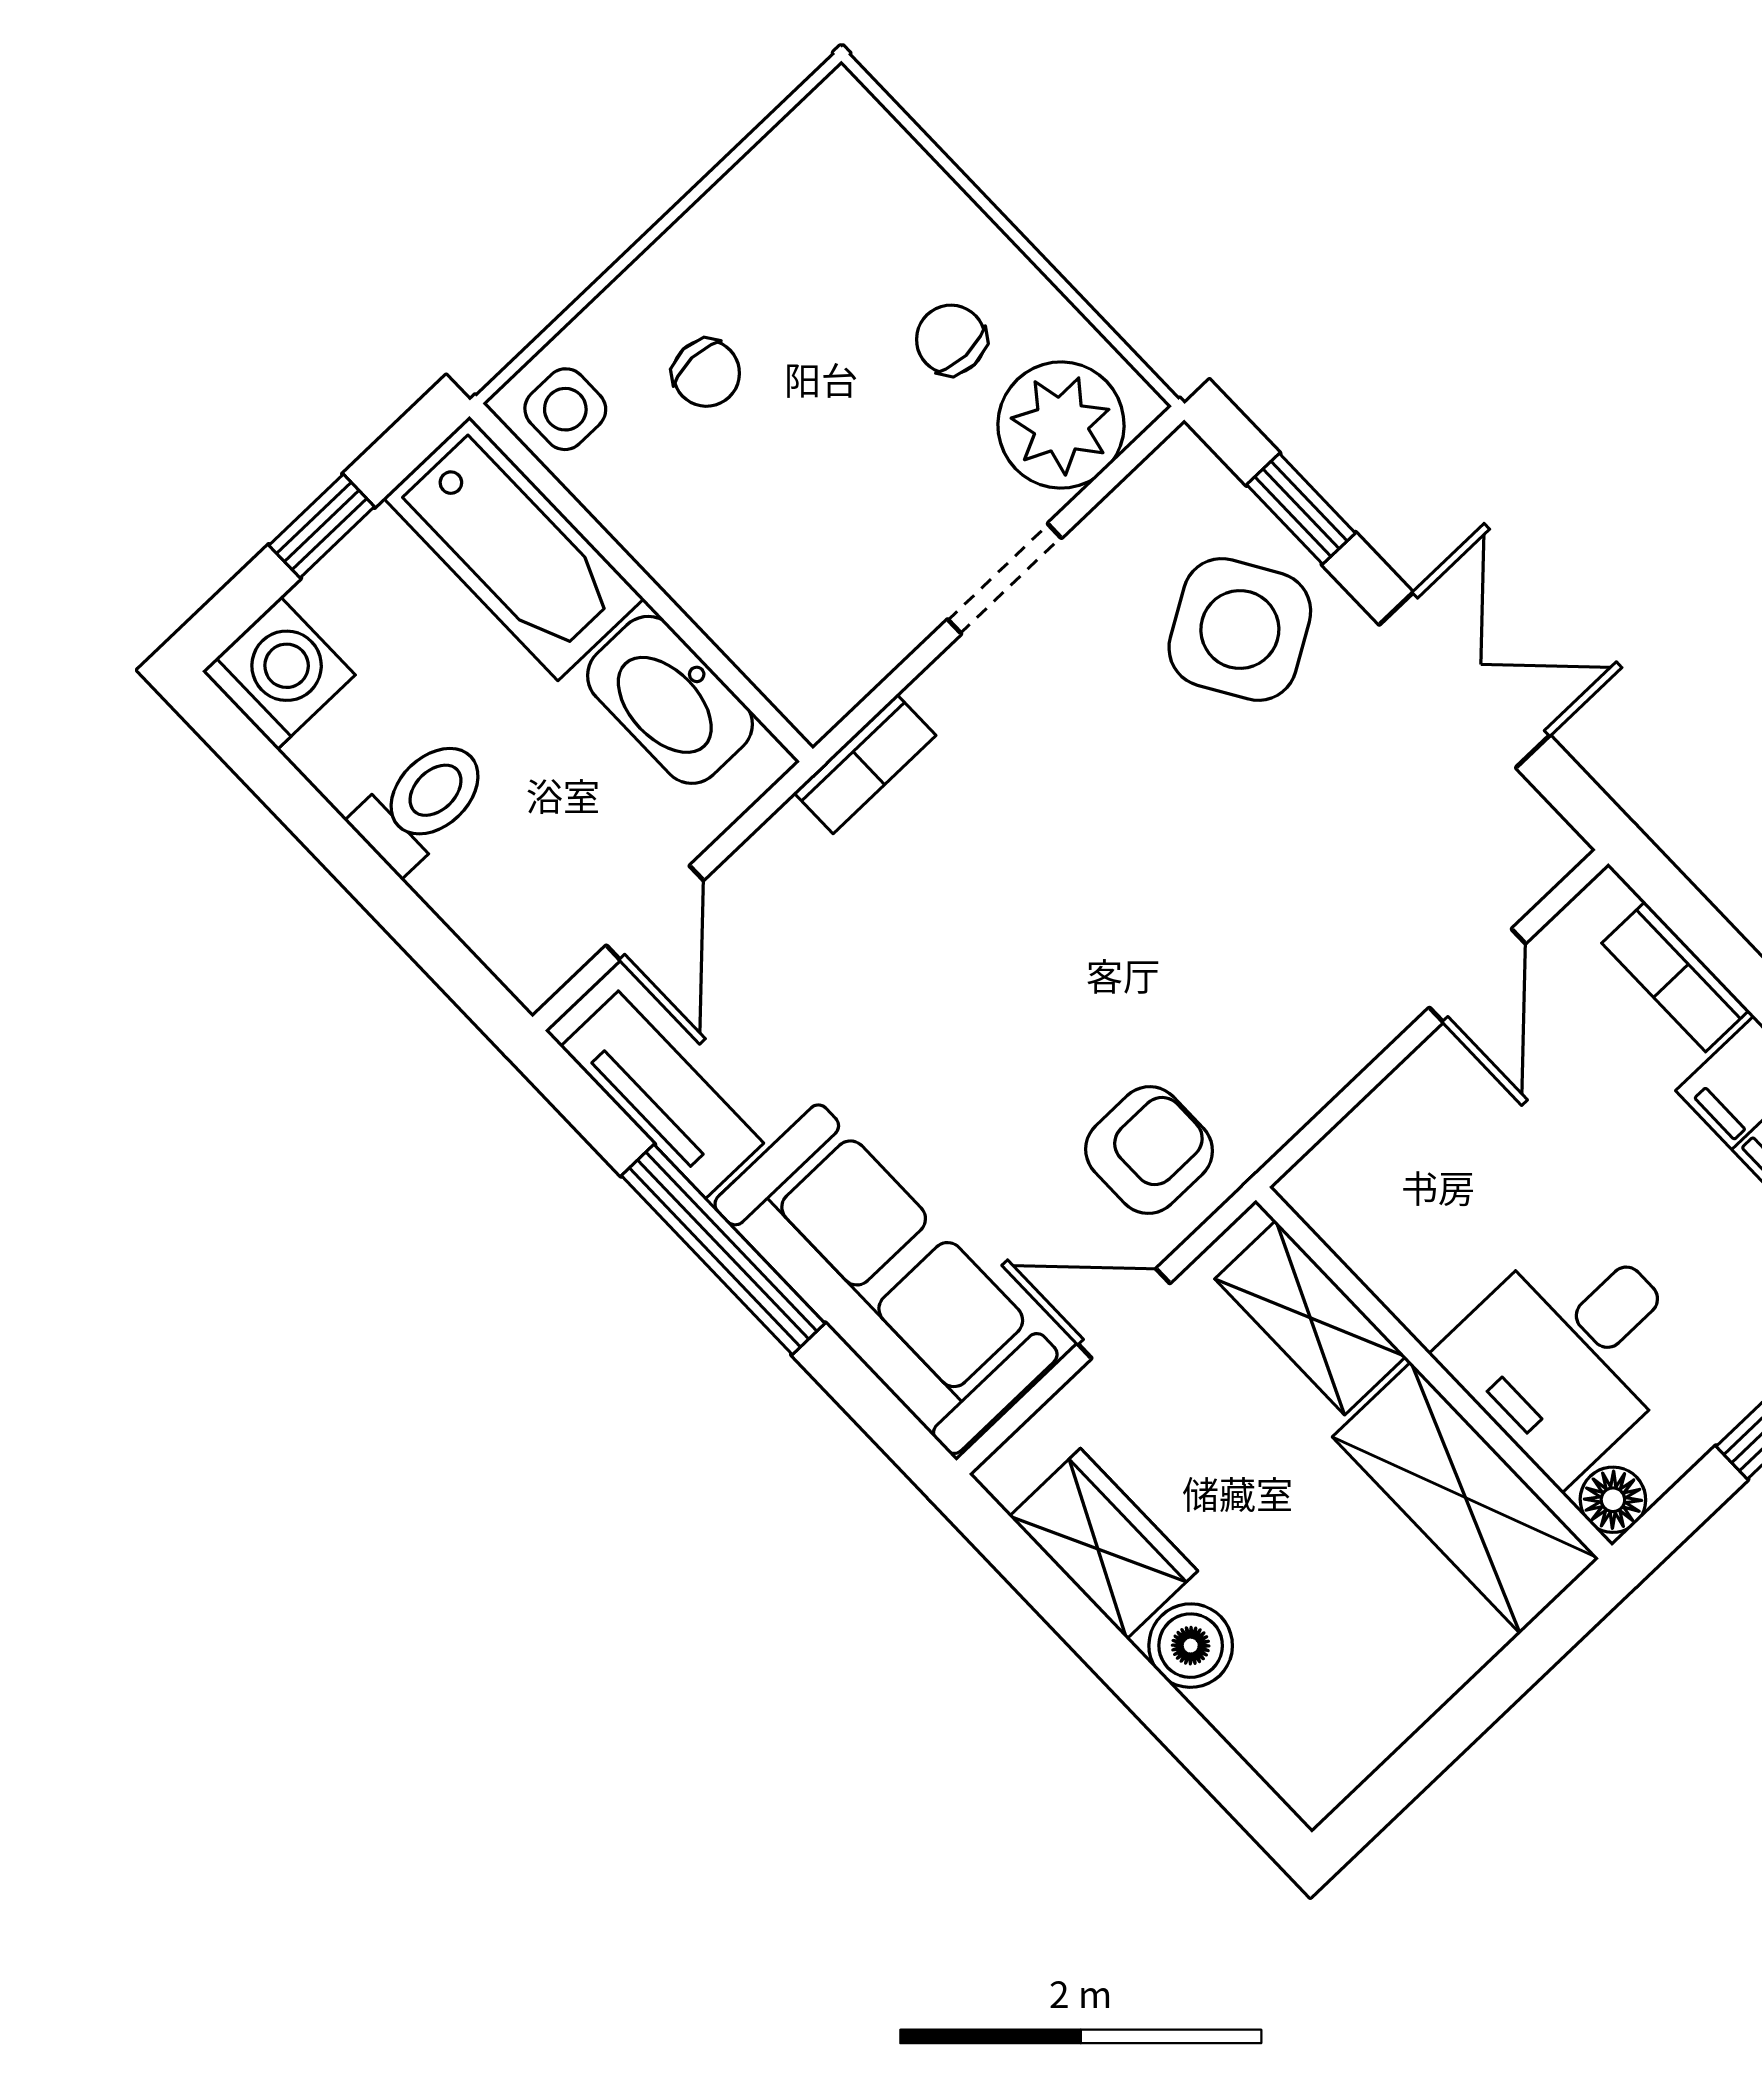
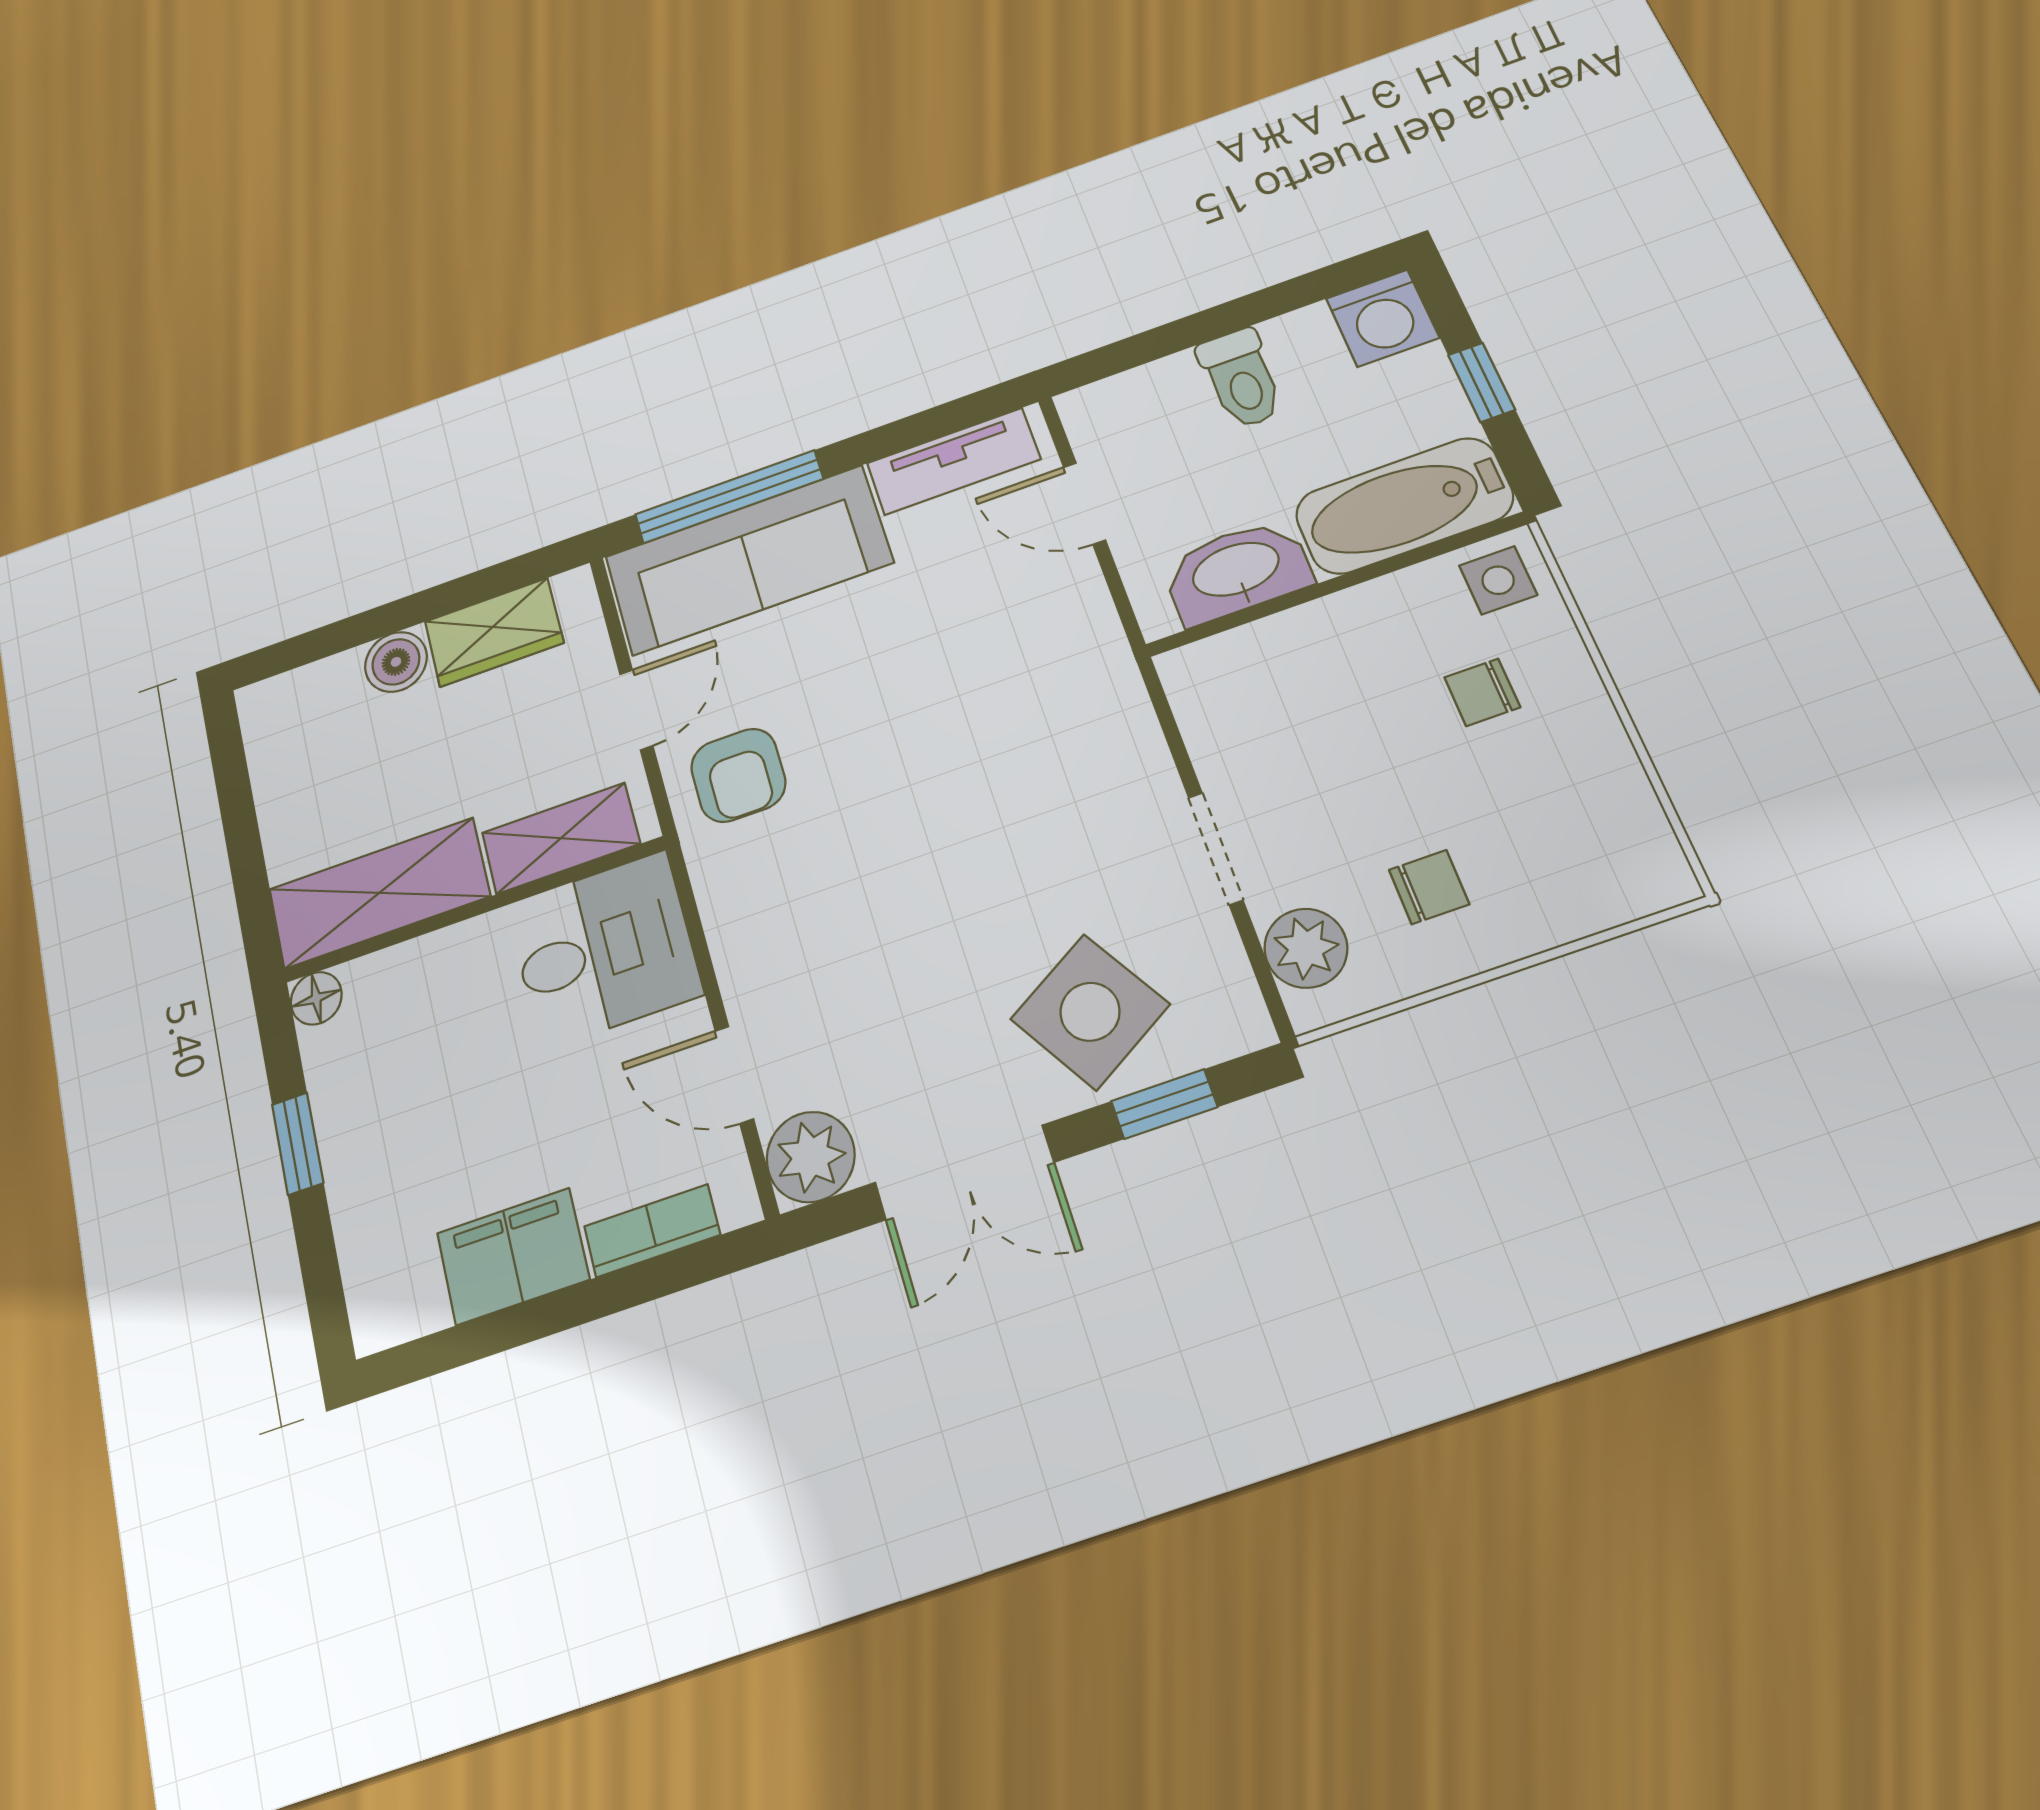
plant: (1061, 425) -> (1306, 948), width x0.73, depth x0.73
bookcase: (865, 764) -> (1122, 689), removed
plant: (1523, 848) -> (811, 1157), added
window: (723, 1249) -> (729, 497), moved
desk: (1570, 1352) -> (604, 949), moved, turned 90

